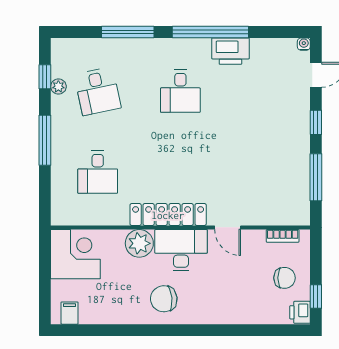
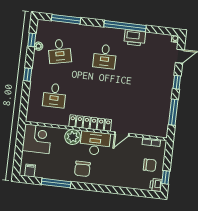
window: (128, 32) -> (66, 19), moved
window: (45, 140) -> (28, 75), width x0.46
door: (228, 227) -> (122, 134), hinge flipped
chair: (164, 299) -> (82, 169), turned -84
window: (119, 330) -> (56, 183), added

